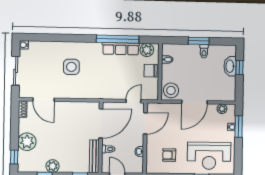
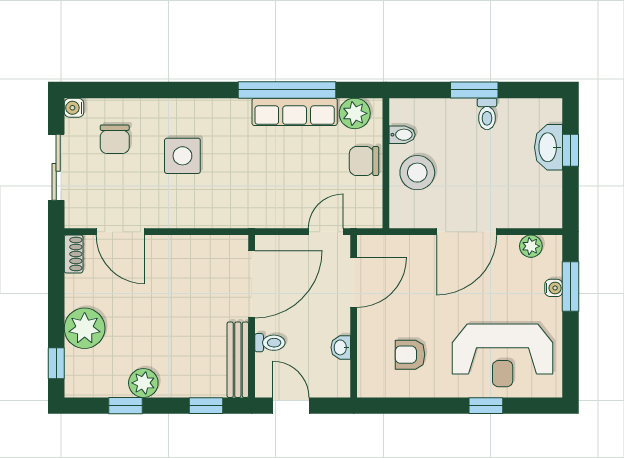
chair: (42, 59) -> (115, 139), added
stool: (171, 90) -> (417, 173), moved

